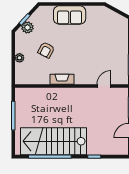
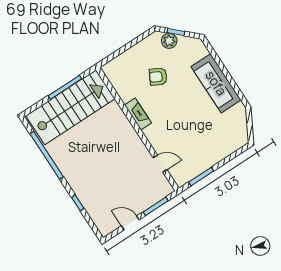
sofa: (70, 15) -> (216, 83), width x1.36
plant: (20, 58) -> (131, 54), removed
stairs: (53, 141) -> (70, 107), moved, turned 90

